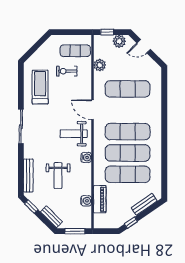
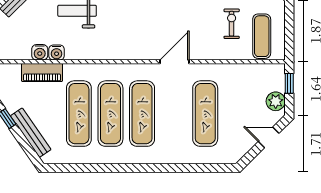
door: (144, 46) -> (269, 137), hinge flipped
plant: (100, 65) -> (241, 72), removed
weight bench: (74, 134) -> (139, 34), removed
water cooler: (86, 157) -> (57, 52), moved
bench: (144, 204) -> (31, 133), width x1.36

